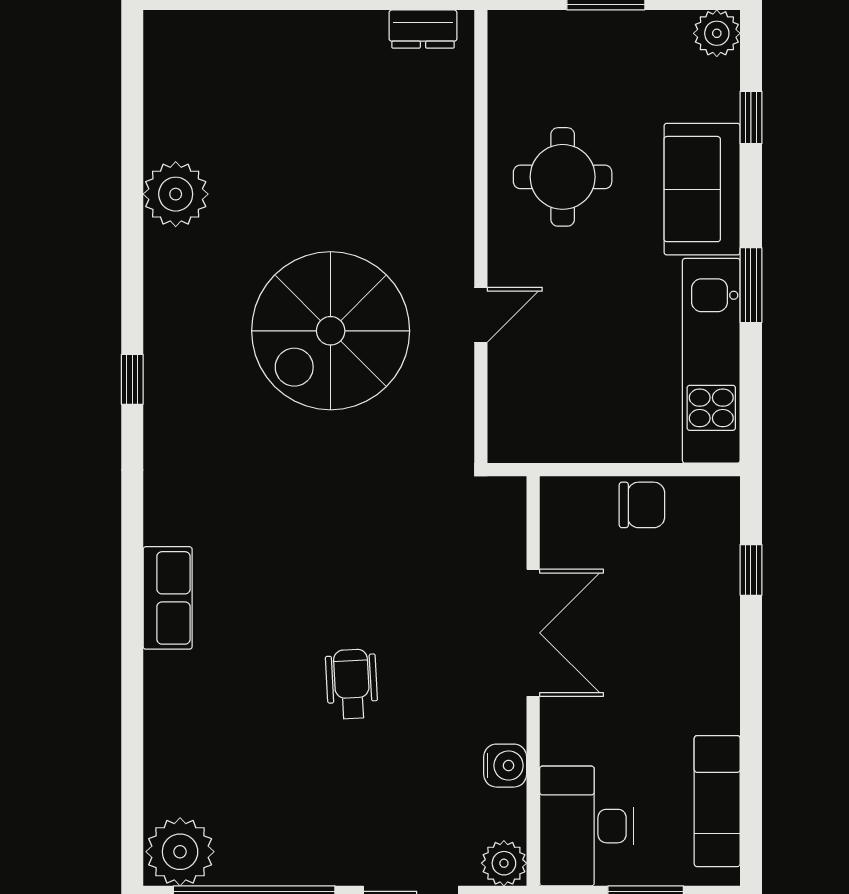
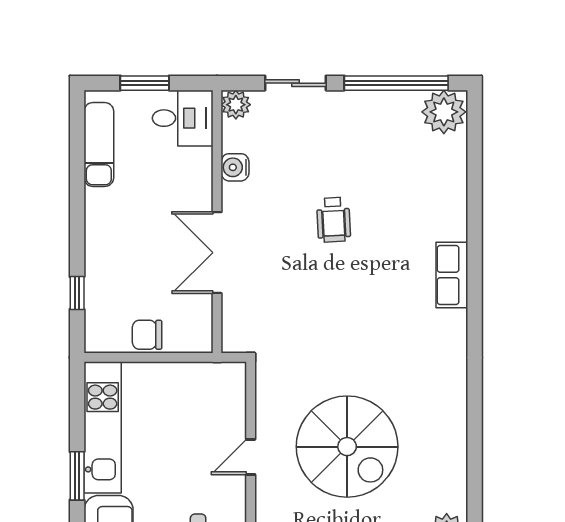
spiral stairs: (331, 331) -> (347, 447), turned 90
window: (132, 379) -> (475, 415), removed
desk: (587, 826) -> (183, 118), width x0.73

